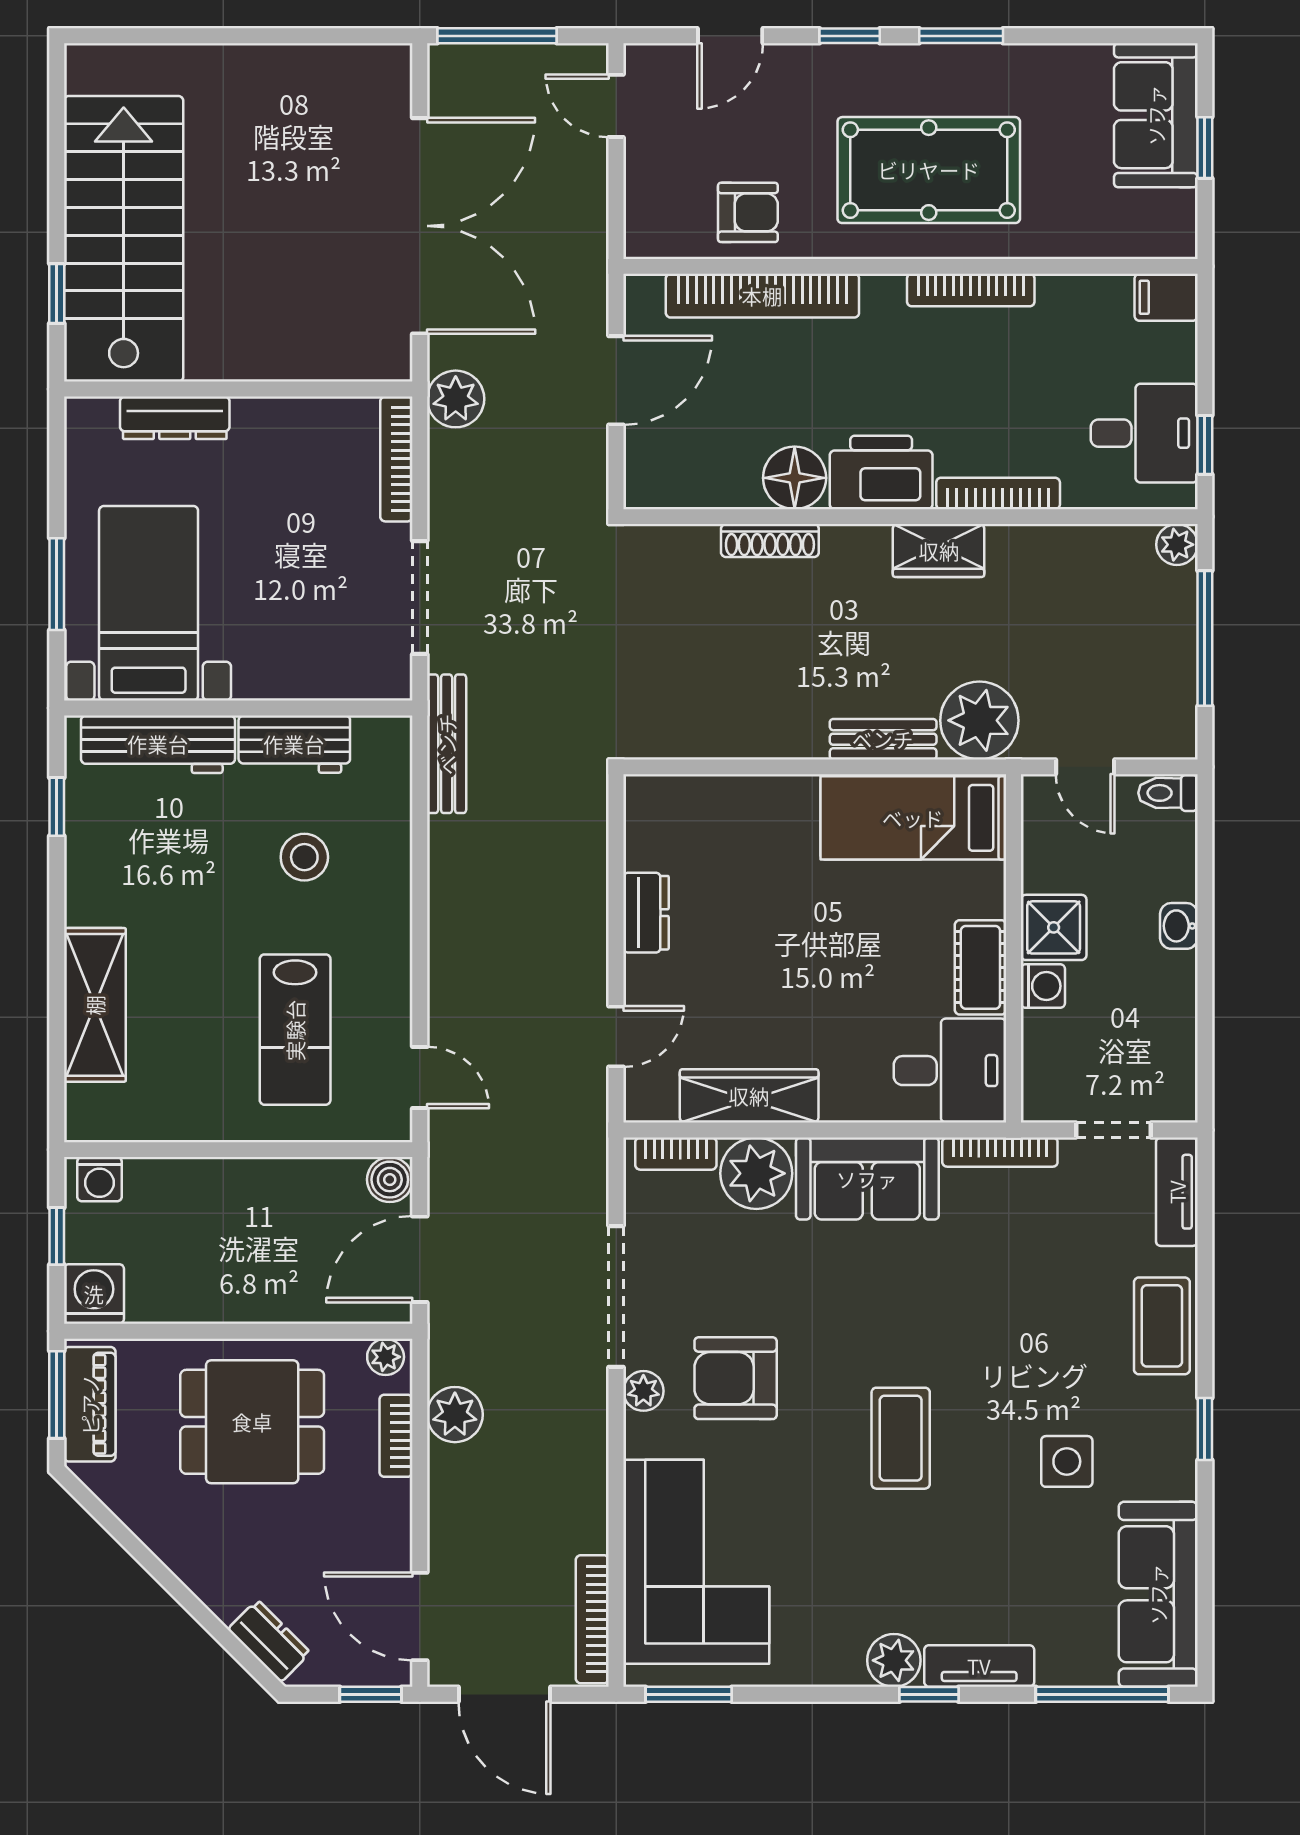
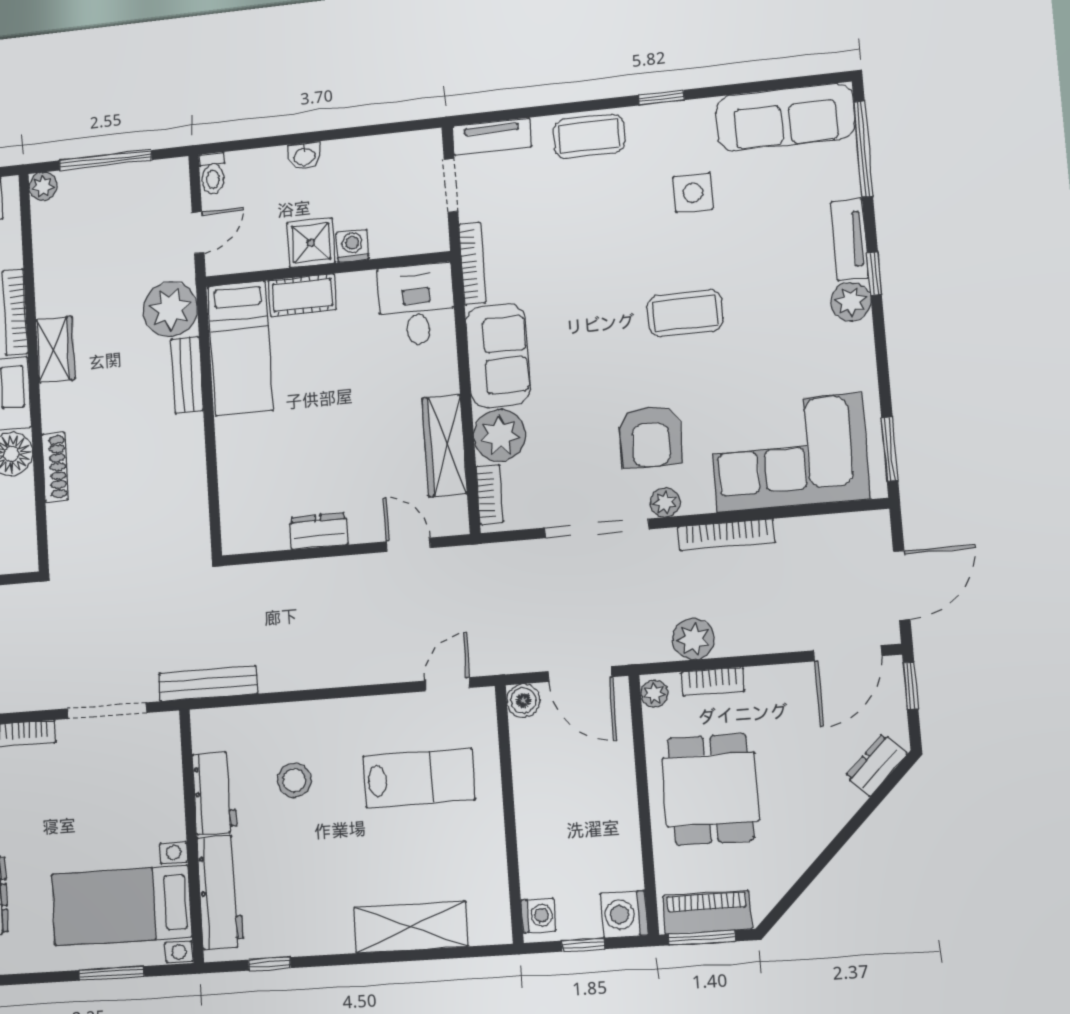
cot: (980, 967) -> (302, 295), moved
bookcase: (592, 1619) -> (727, 535), moved

